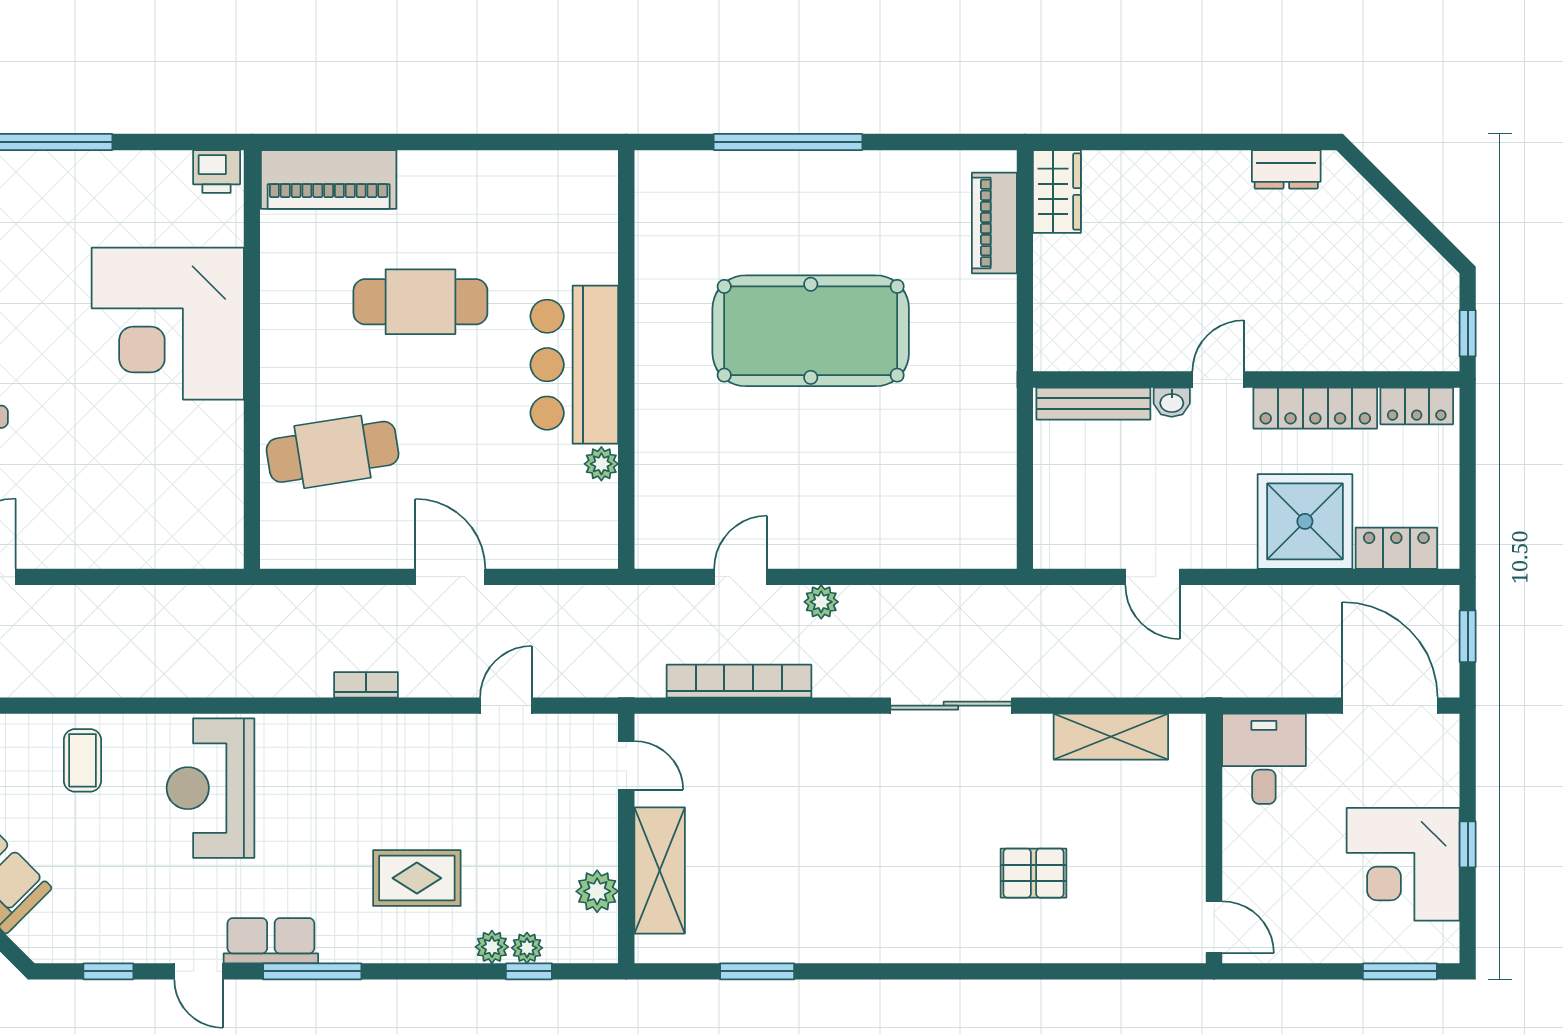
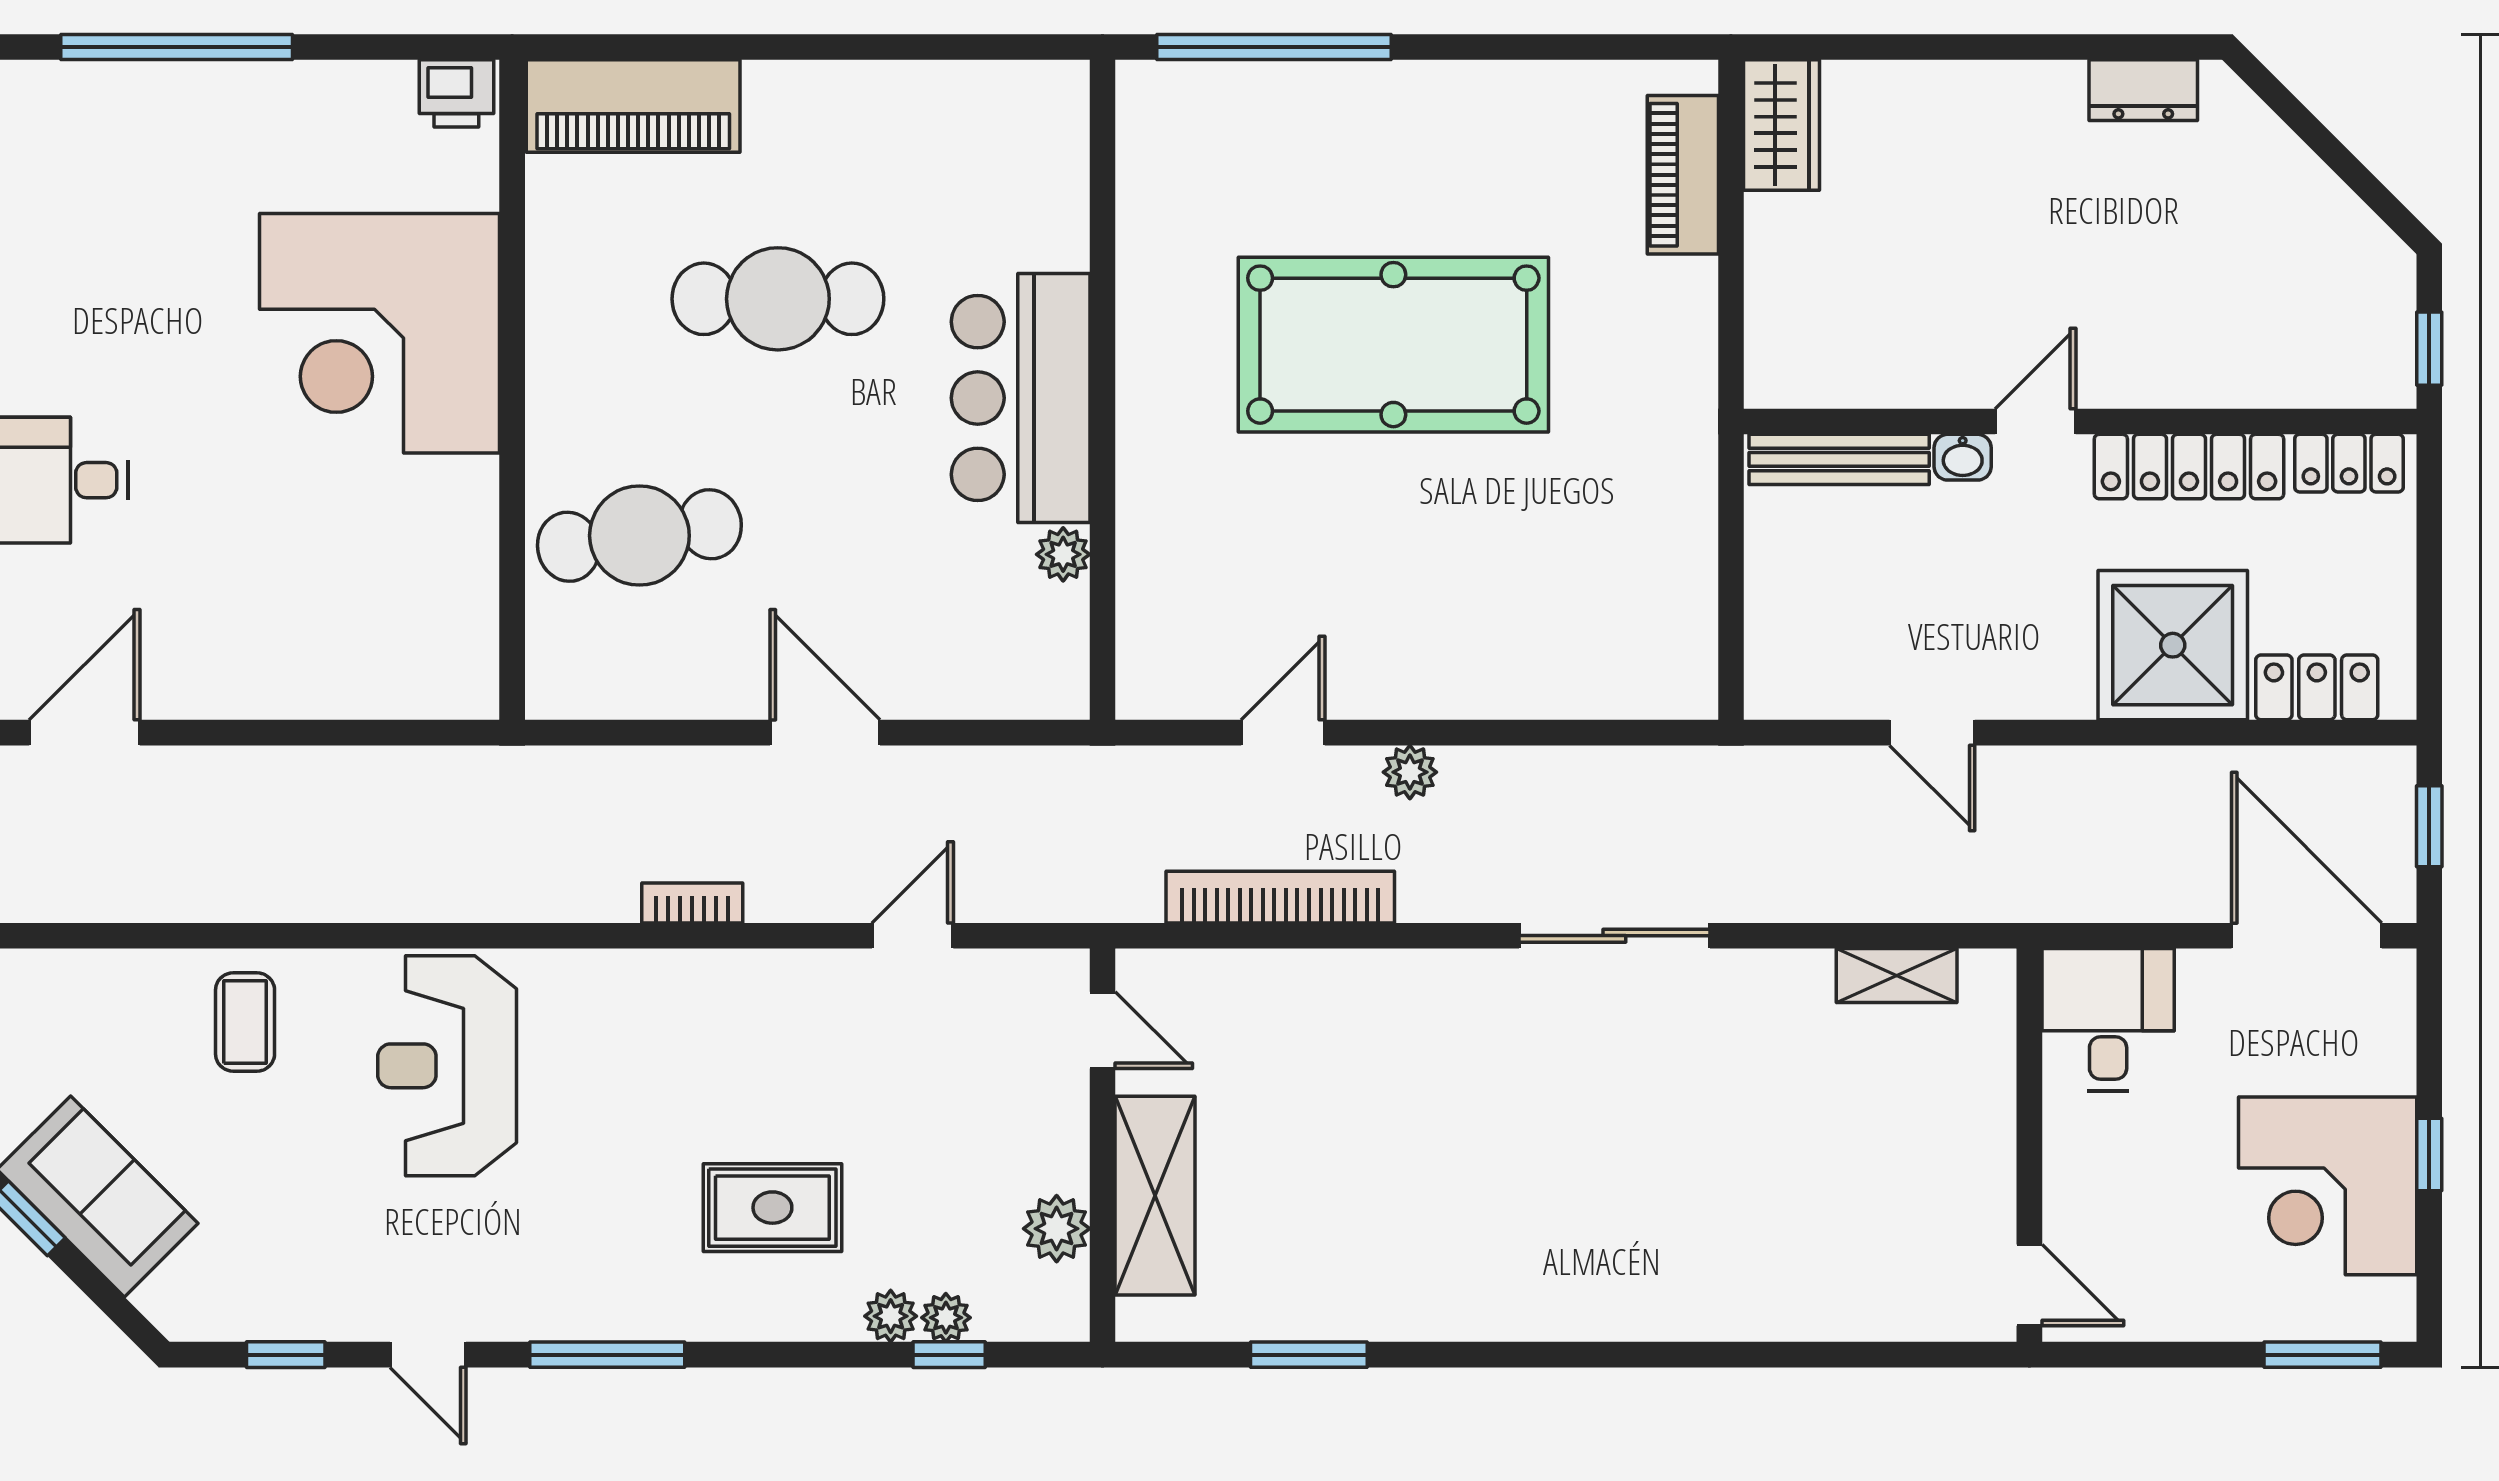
window: (788, 142) -> (1274, 47), moved
shelving: (1111, 737) -> (1897, 976), width x0.67, depth x0.75
pallet: (1033, 873) -> (1745, 1200), removed
row of seats: (271, 941) -> (542, 1306), removed

